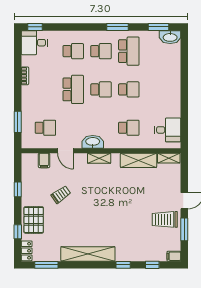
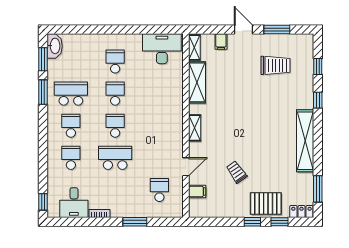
window: (118, 27) -> (43, 92), moved
desk: (34, 43) -> (74, 203), moved
window: (18, 122) -> (135, 222), moved
school desk: (129, 128) -> (115, 61), moved
desk: (168, 130) -> (162, 49), width x1.37
washbasin: (93, 142) -> (176, 135), removed
window: (18, 189) -> (252, 222), moved
trolley: (165, 219) -> (275, 65), moved, turned -90
filing cabinet: (174, 256) -> (221, 42), moved

